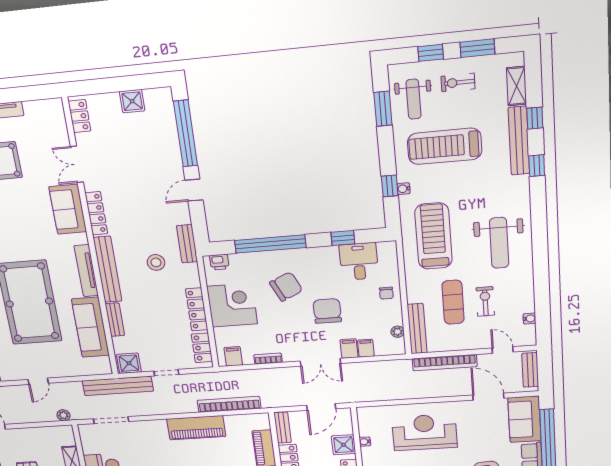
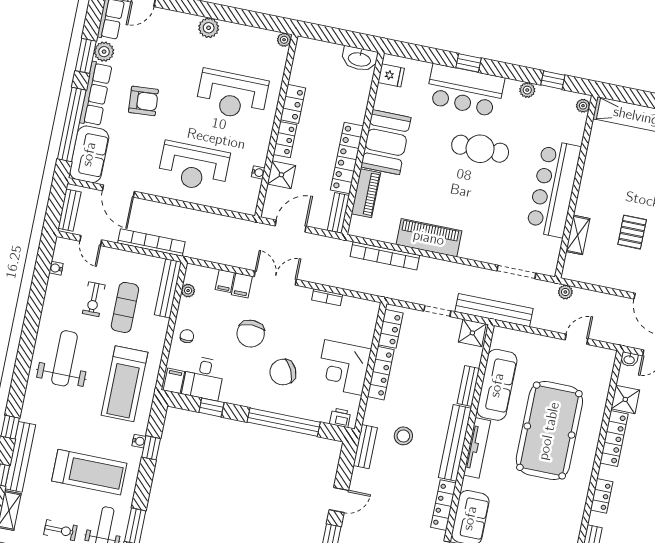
filing cabinet: (233, 356) -> (174, 381), moved, turned 180

